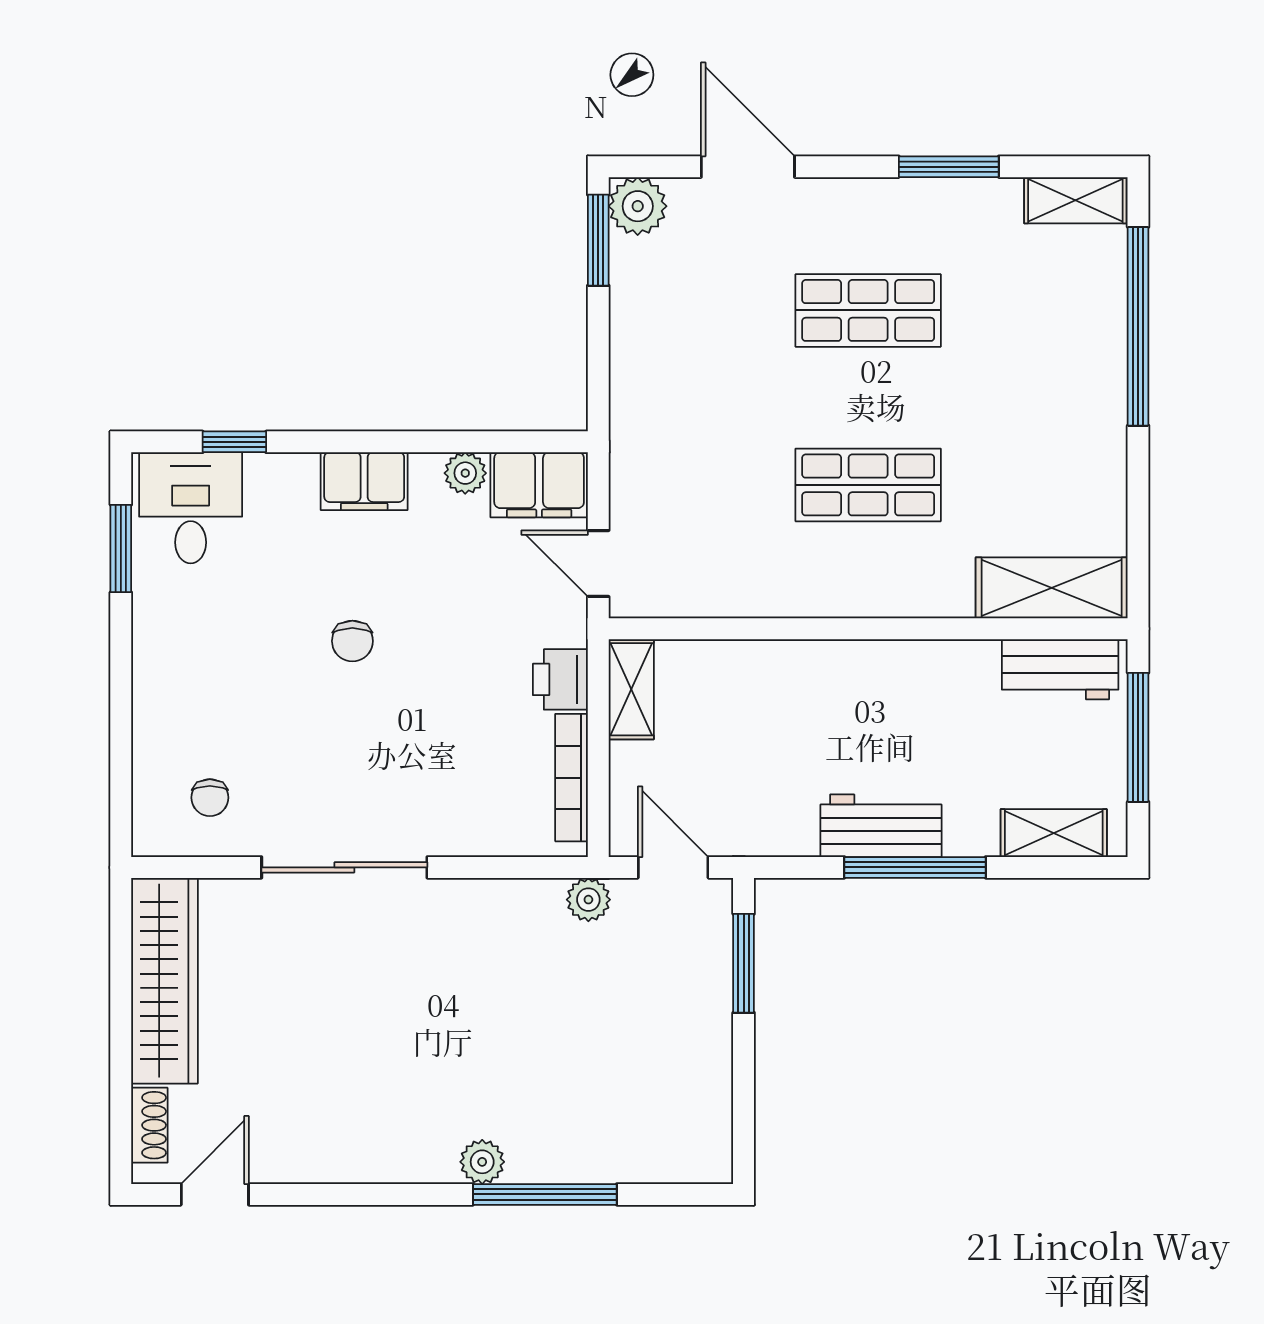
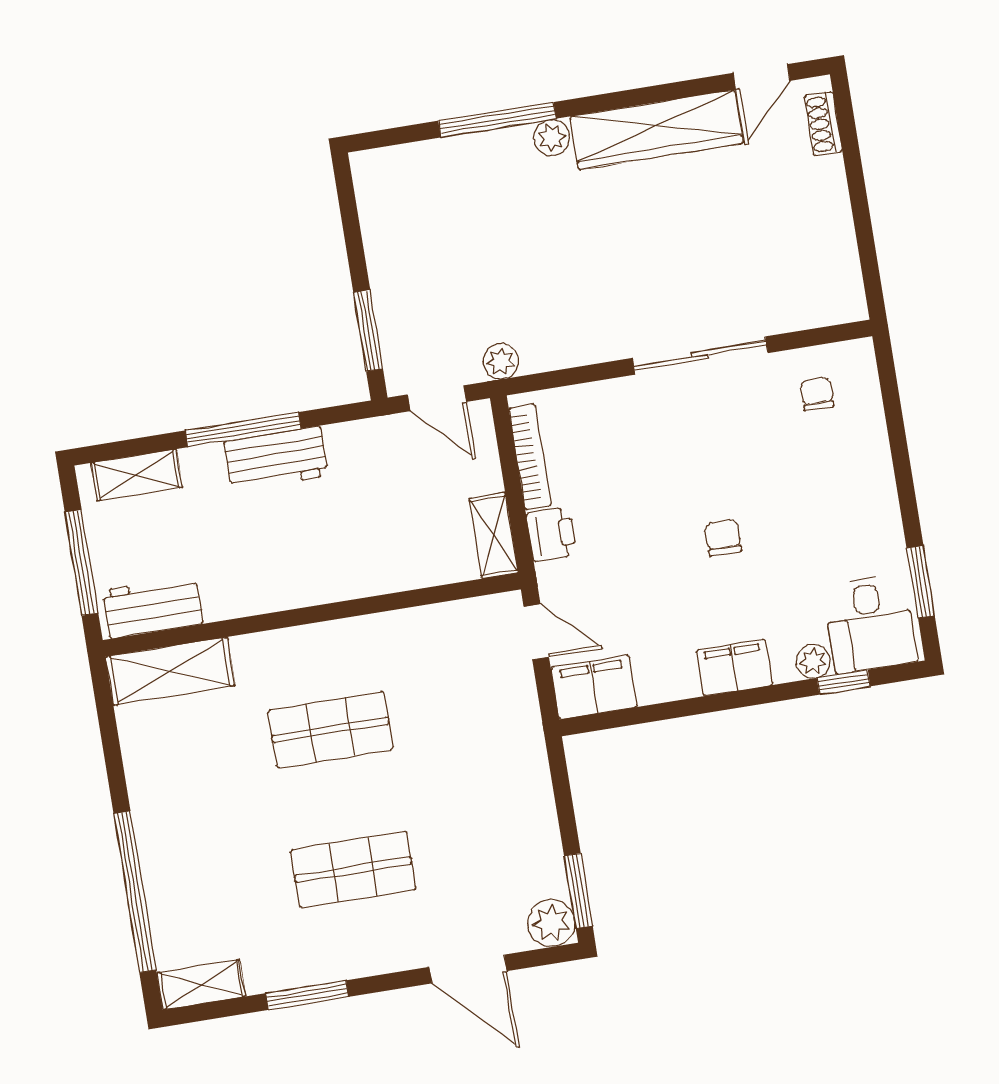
plant: (465, 473) -> (813, 661), moved
wardrobe: (164, 981) -> (657, 130), moved, turned -90

